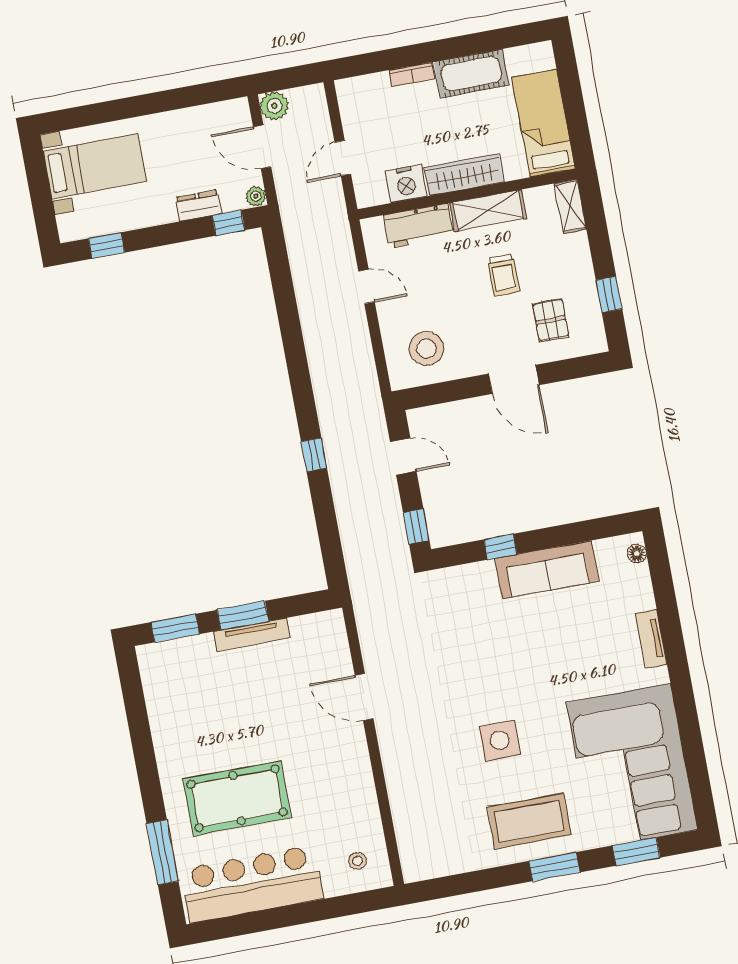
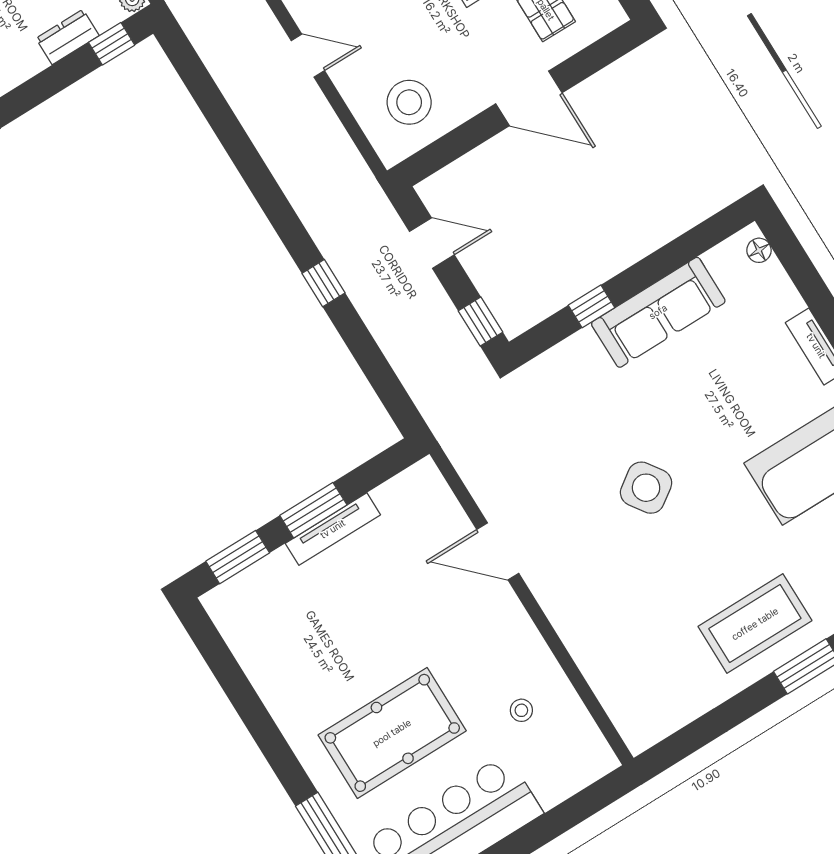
side table: (500, 740) -> (646, 488), moved, turned -35
stool: (357, 861) -> (521, 710), moved

